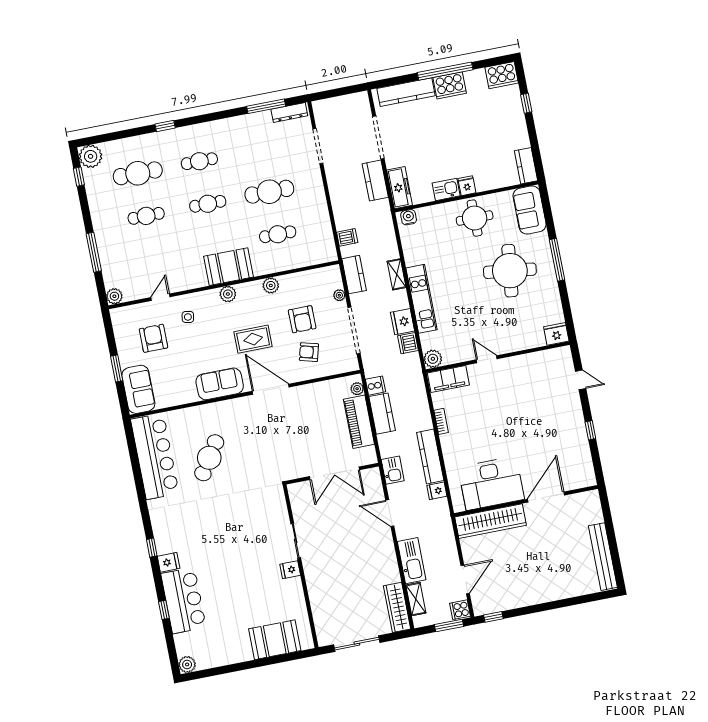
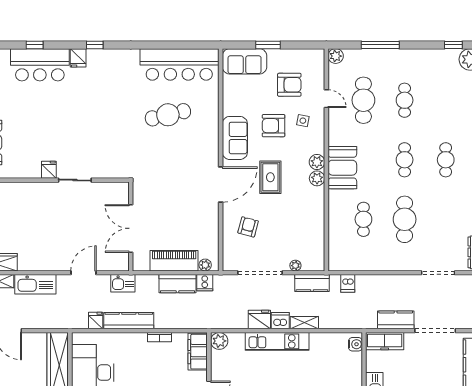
cafe table: (138, 173) -> (363, 100), moved
plant: (271, 285) -> (317, 178), moved
armchair: (302, 319) -> (274, 126), moved
dishwasher: (408, 343) -> (280, 321), moved
cafe table: (209, 458) -> (168, 115), turned -46

